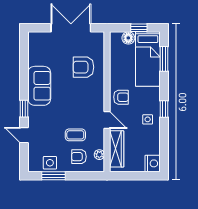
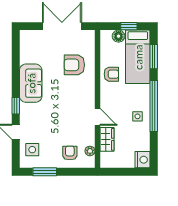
armchair: (121, 97) -> (111, 74), moved
window: (164, 109) -> (154, 106), width x3.17
coffee table: (75, 135) -> (66, 132), removed
wardrobe: (117, 149) -> (107, 139), width x0.67
armchair: (79, 157) -> (70, 153), turned 90
side table: (50, 163) -> (32, 150), moved

